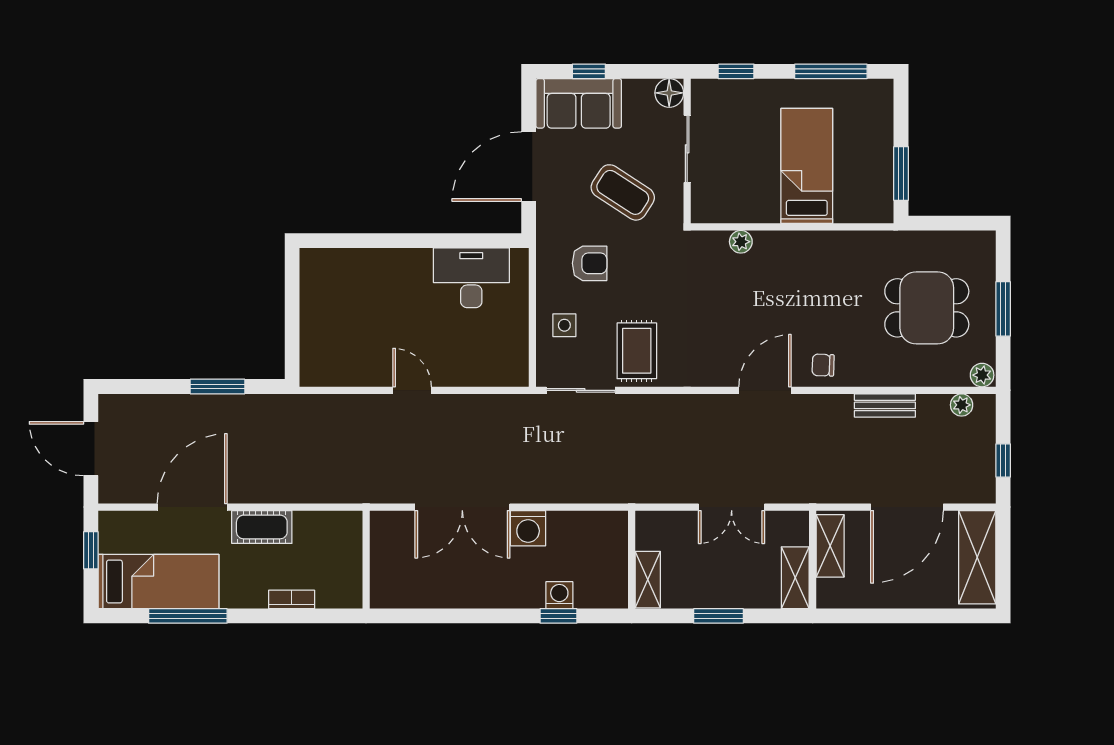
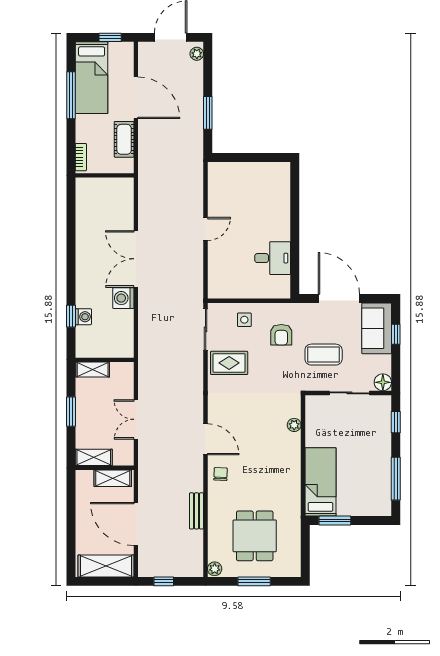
bed: (807, 166) -> (320, 482), moved, turned -90
coffee table: (623, 192) -> (324, 355), turned 57
desk: (471, 278) -> (273, 258), width x0.73
plant: (962, 405) -> (197, 54), moved
wall: (366, 560) -> (105, 175), moved

